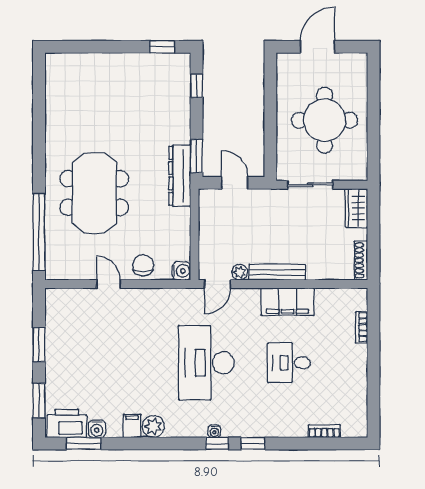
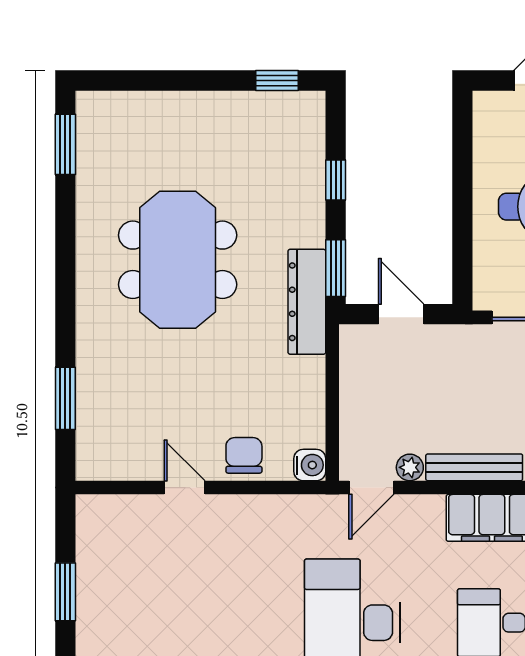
window: (39, 84) -> (65, 144), added
window: (197, 86) -> (336, 180), moved
meeting table: (94, 193) -> (178, 260), moved
window: (39, 232) -> (65, 398), width x0.47

